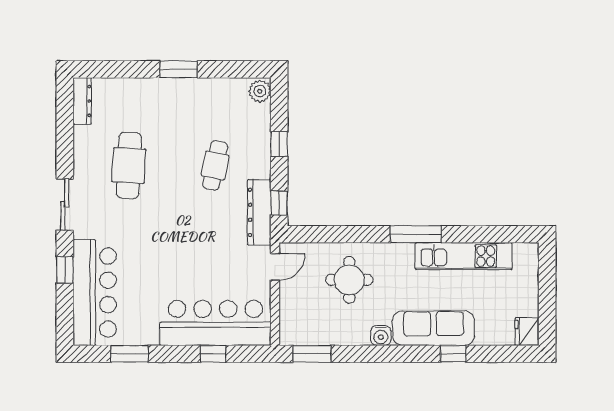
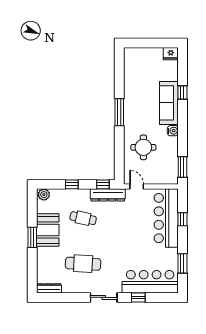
booth: (193, 99) -> (48, 230), added
kitchen unit: (464, 256) -> (131, 87), removed

